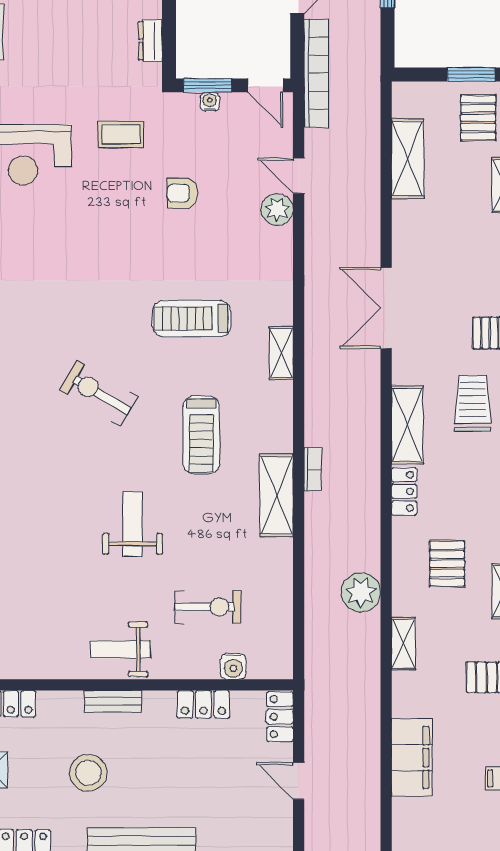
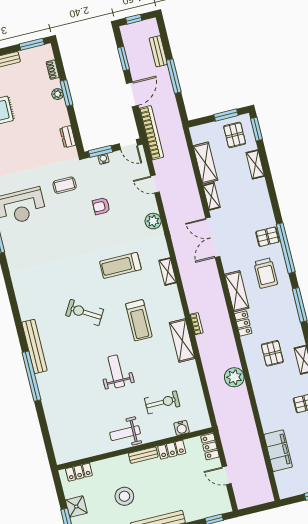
plant: (277, 210) -> (153, 221), moved
trolley: (473, 403) -> (266, 273), turned 180
shelving: (403, 644) -> (211, 196), moved
bench: (113, 701) -> (143, 455), moved

